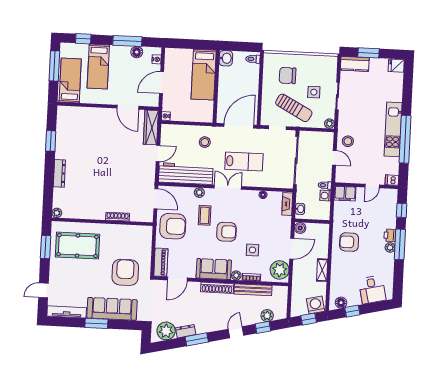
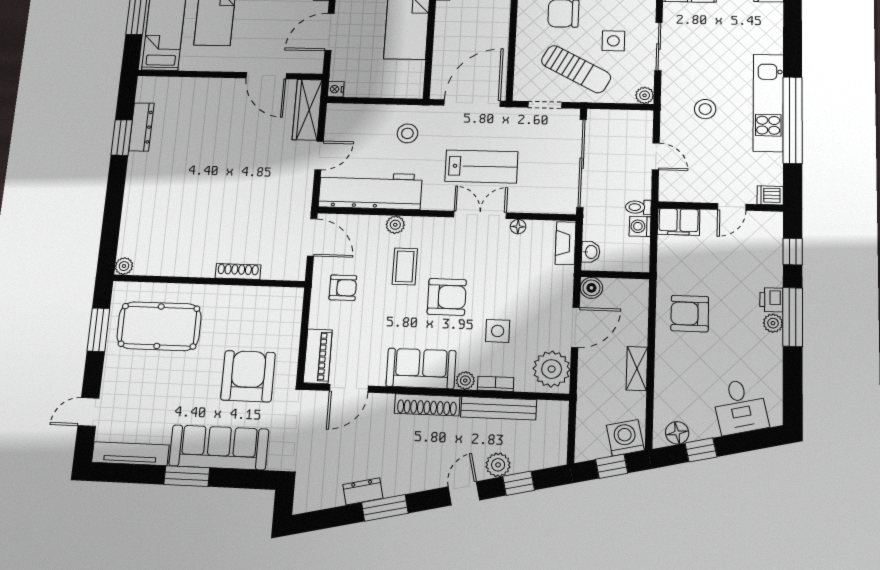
stool: (348, 141) -> (705, 109), moved
dresser: (59, 173) -> (141, 127), moved
double door: (228, 187) -> (480, 215), moved
armchair: (173, 226) -> (343, 288), width x0.53, depth x0.53
plant: (267, 316) -> (498, 465), moved
plant: (166, 331) -> (324, 491), removed

